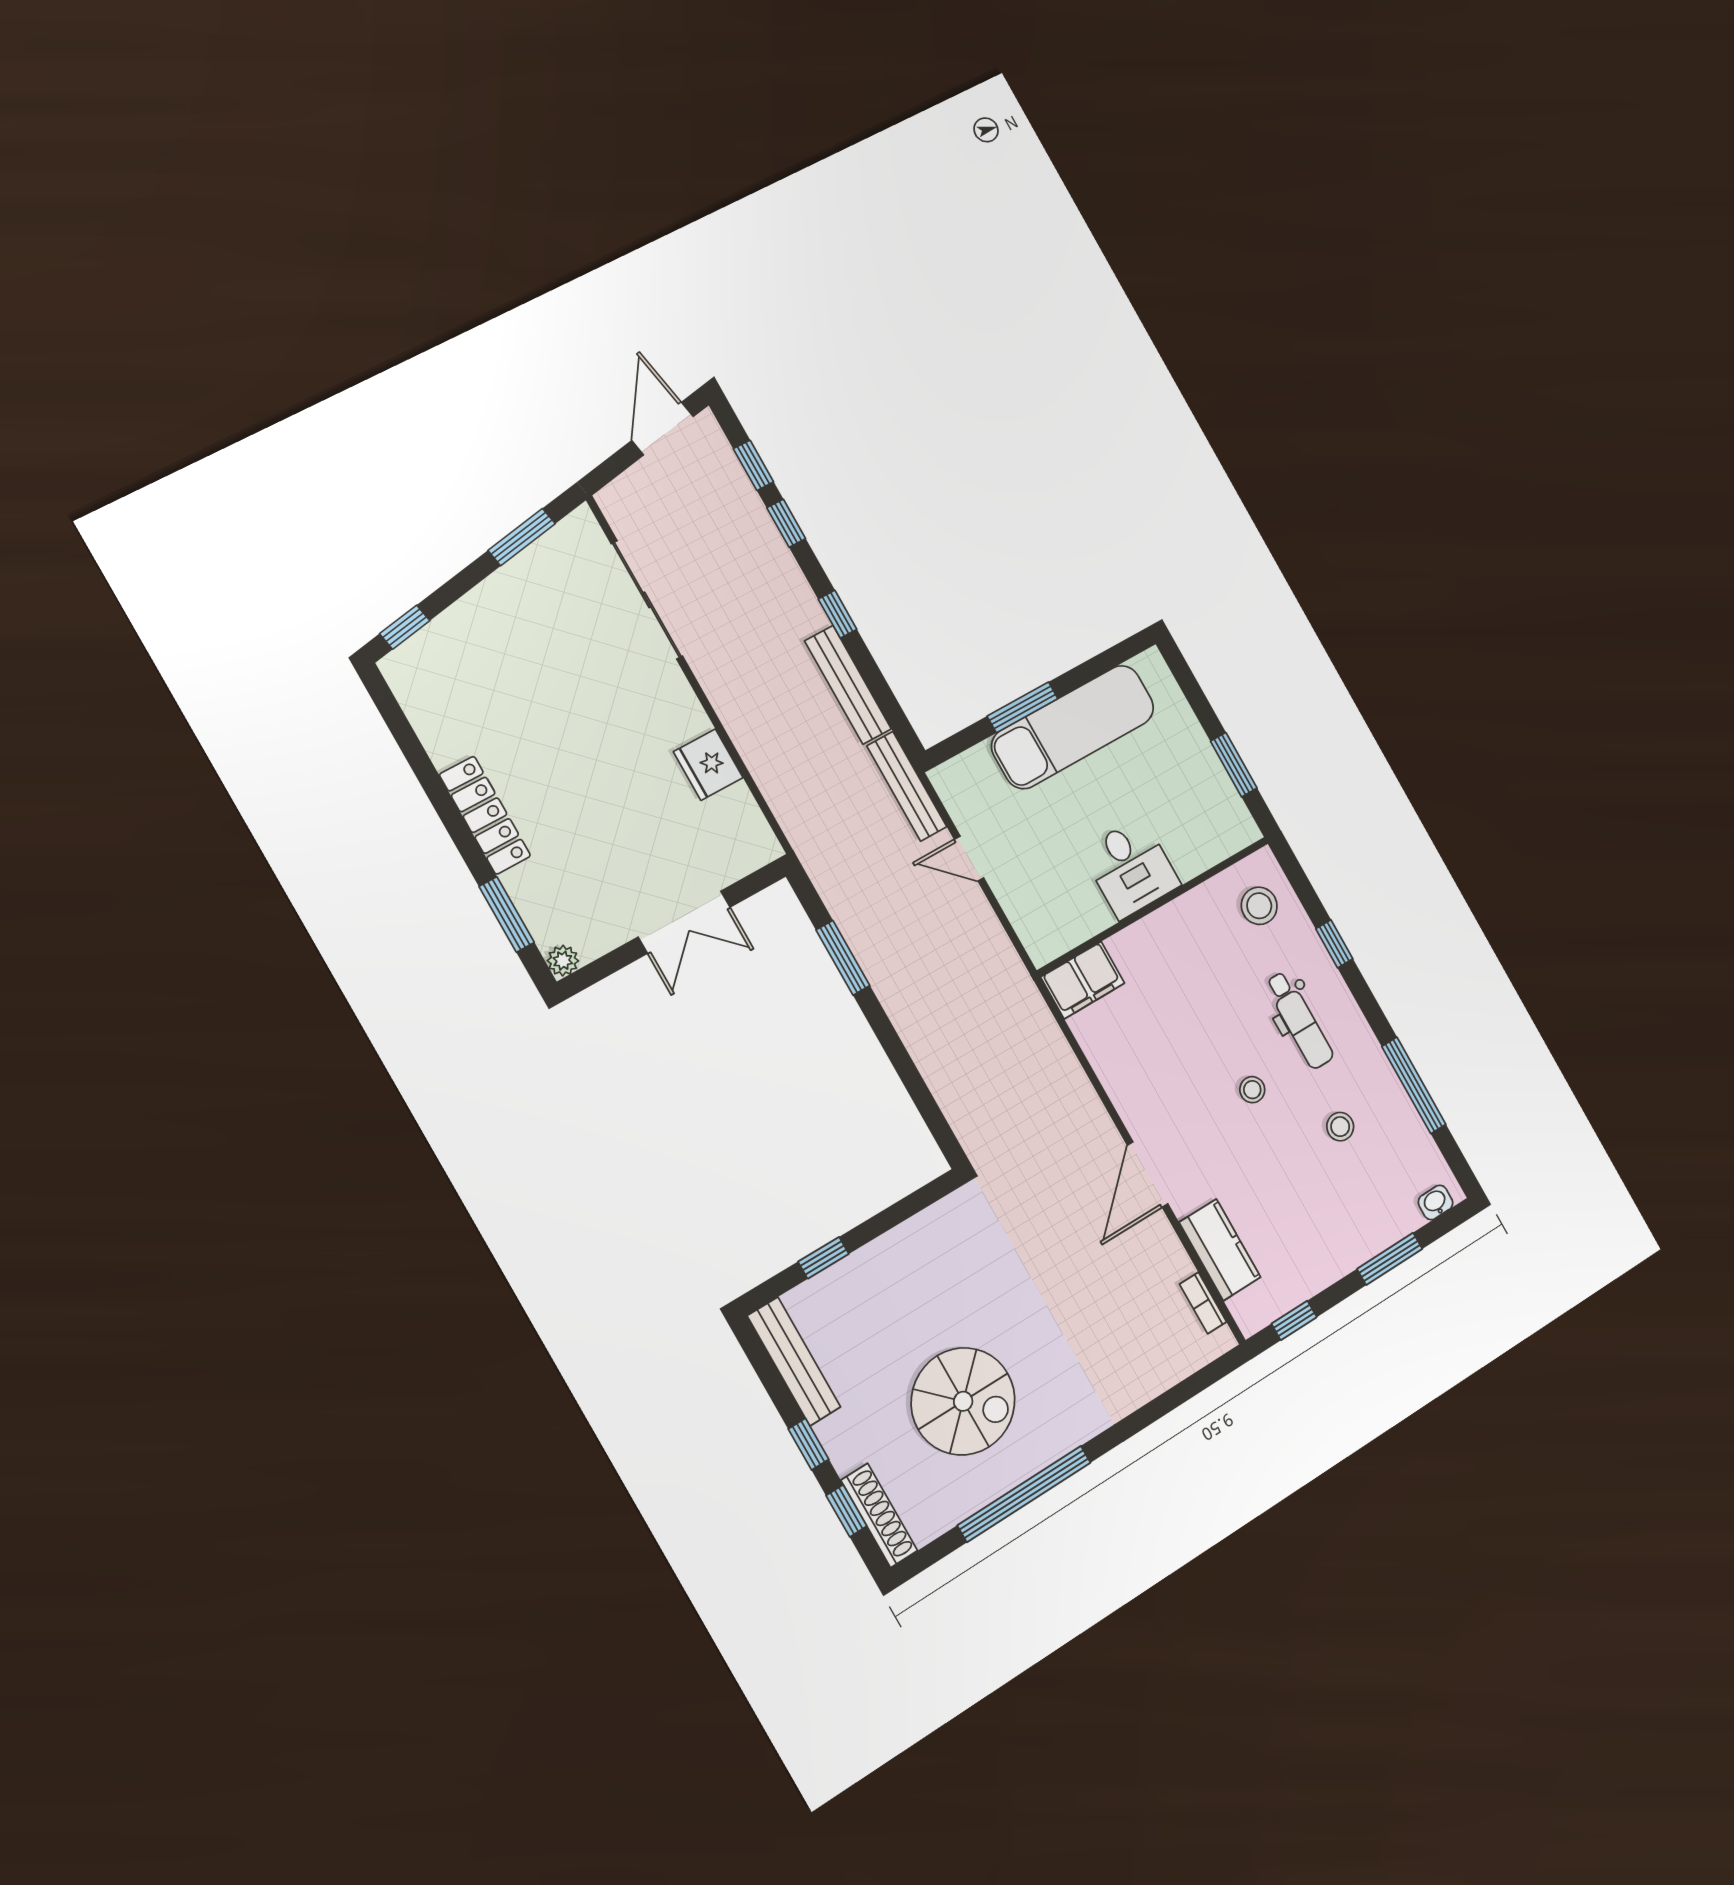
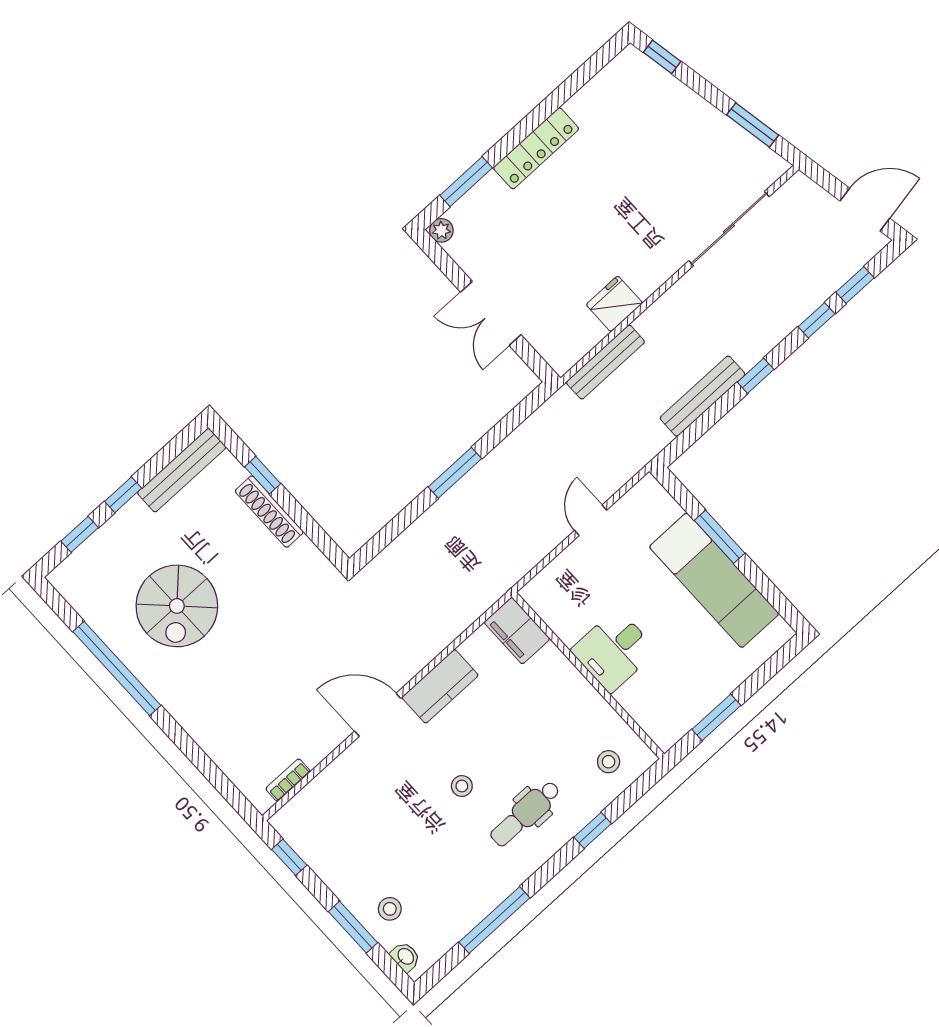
bench: (907, 786) -> (605, 362), moved
stool: (1259, 906) -> (609, 762), width x0.73, depth x0.73
window: (843, 958) -> (455, 473), moved
stool: (1340, 1127) -> (390, 909), moved
kitchen counter: (1220, 1250) -> (440, 686), moved
shoe rack: (879, 1515) -> (269, 512), moved, turned 90

